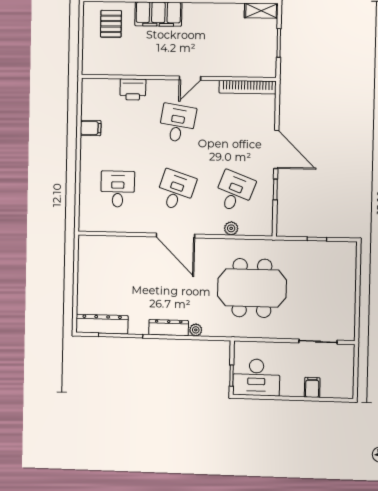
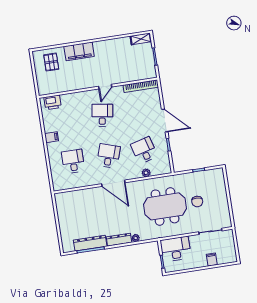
printer: (133, 89) -> (53, 102), moved
filing cabinet: (91, 128) -> (51, 137), moved
desk: (234, 192) -> (144, 150), turned -36
chair: (305, 290) -> (197, 202), added
dresser: (102, 324) -> (90, 243), moved
desk: (256, 377) -> (176, 249), moved, turned 180

